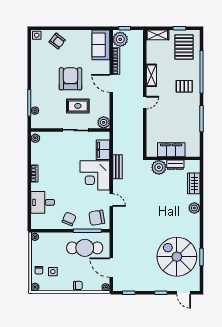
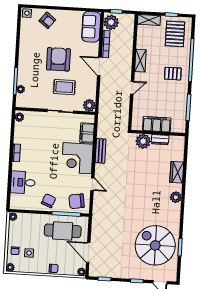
filing cabinet: (171, 150) -> (157, 124), moved
wall: (173, 158) -> (158, 133), moved
dresser: (175, 165) -> (160, 140), moved
plant: (159, 167) -> (143, 141), moved

